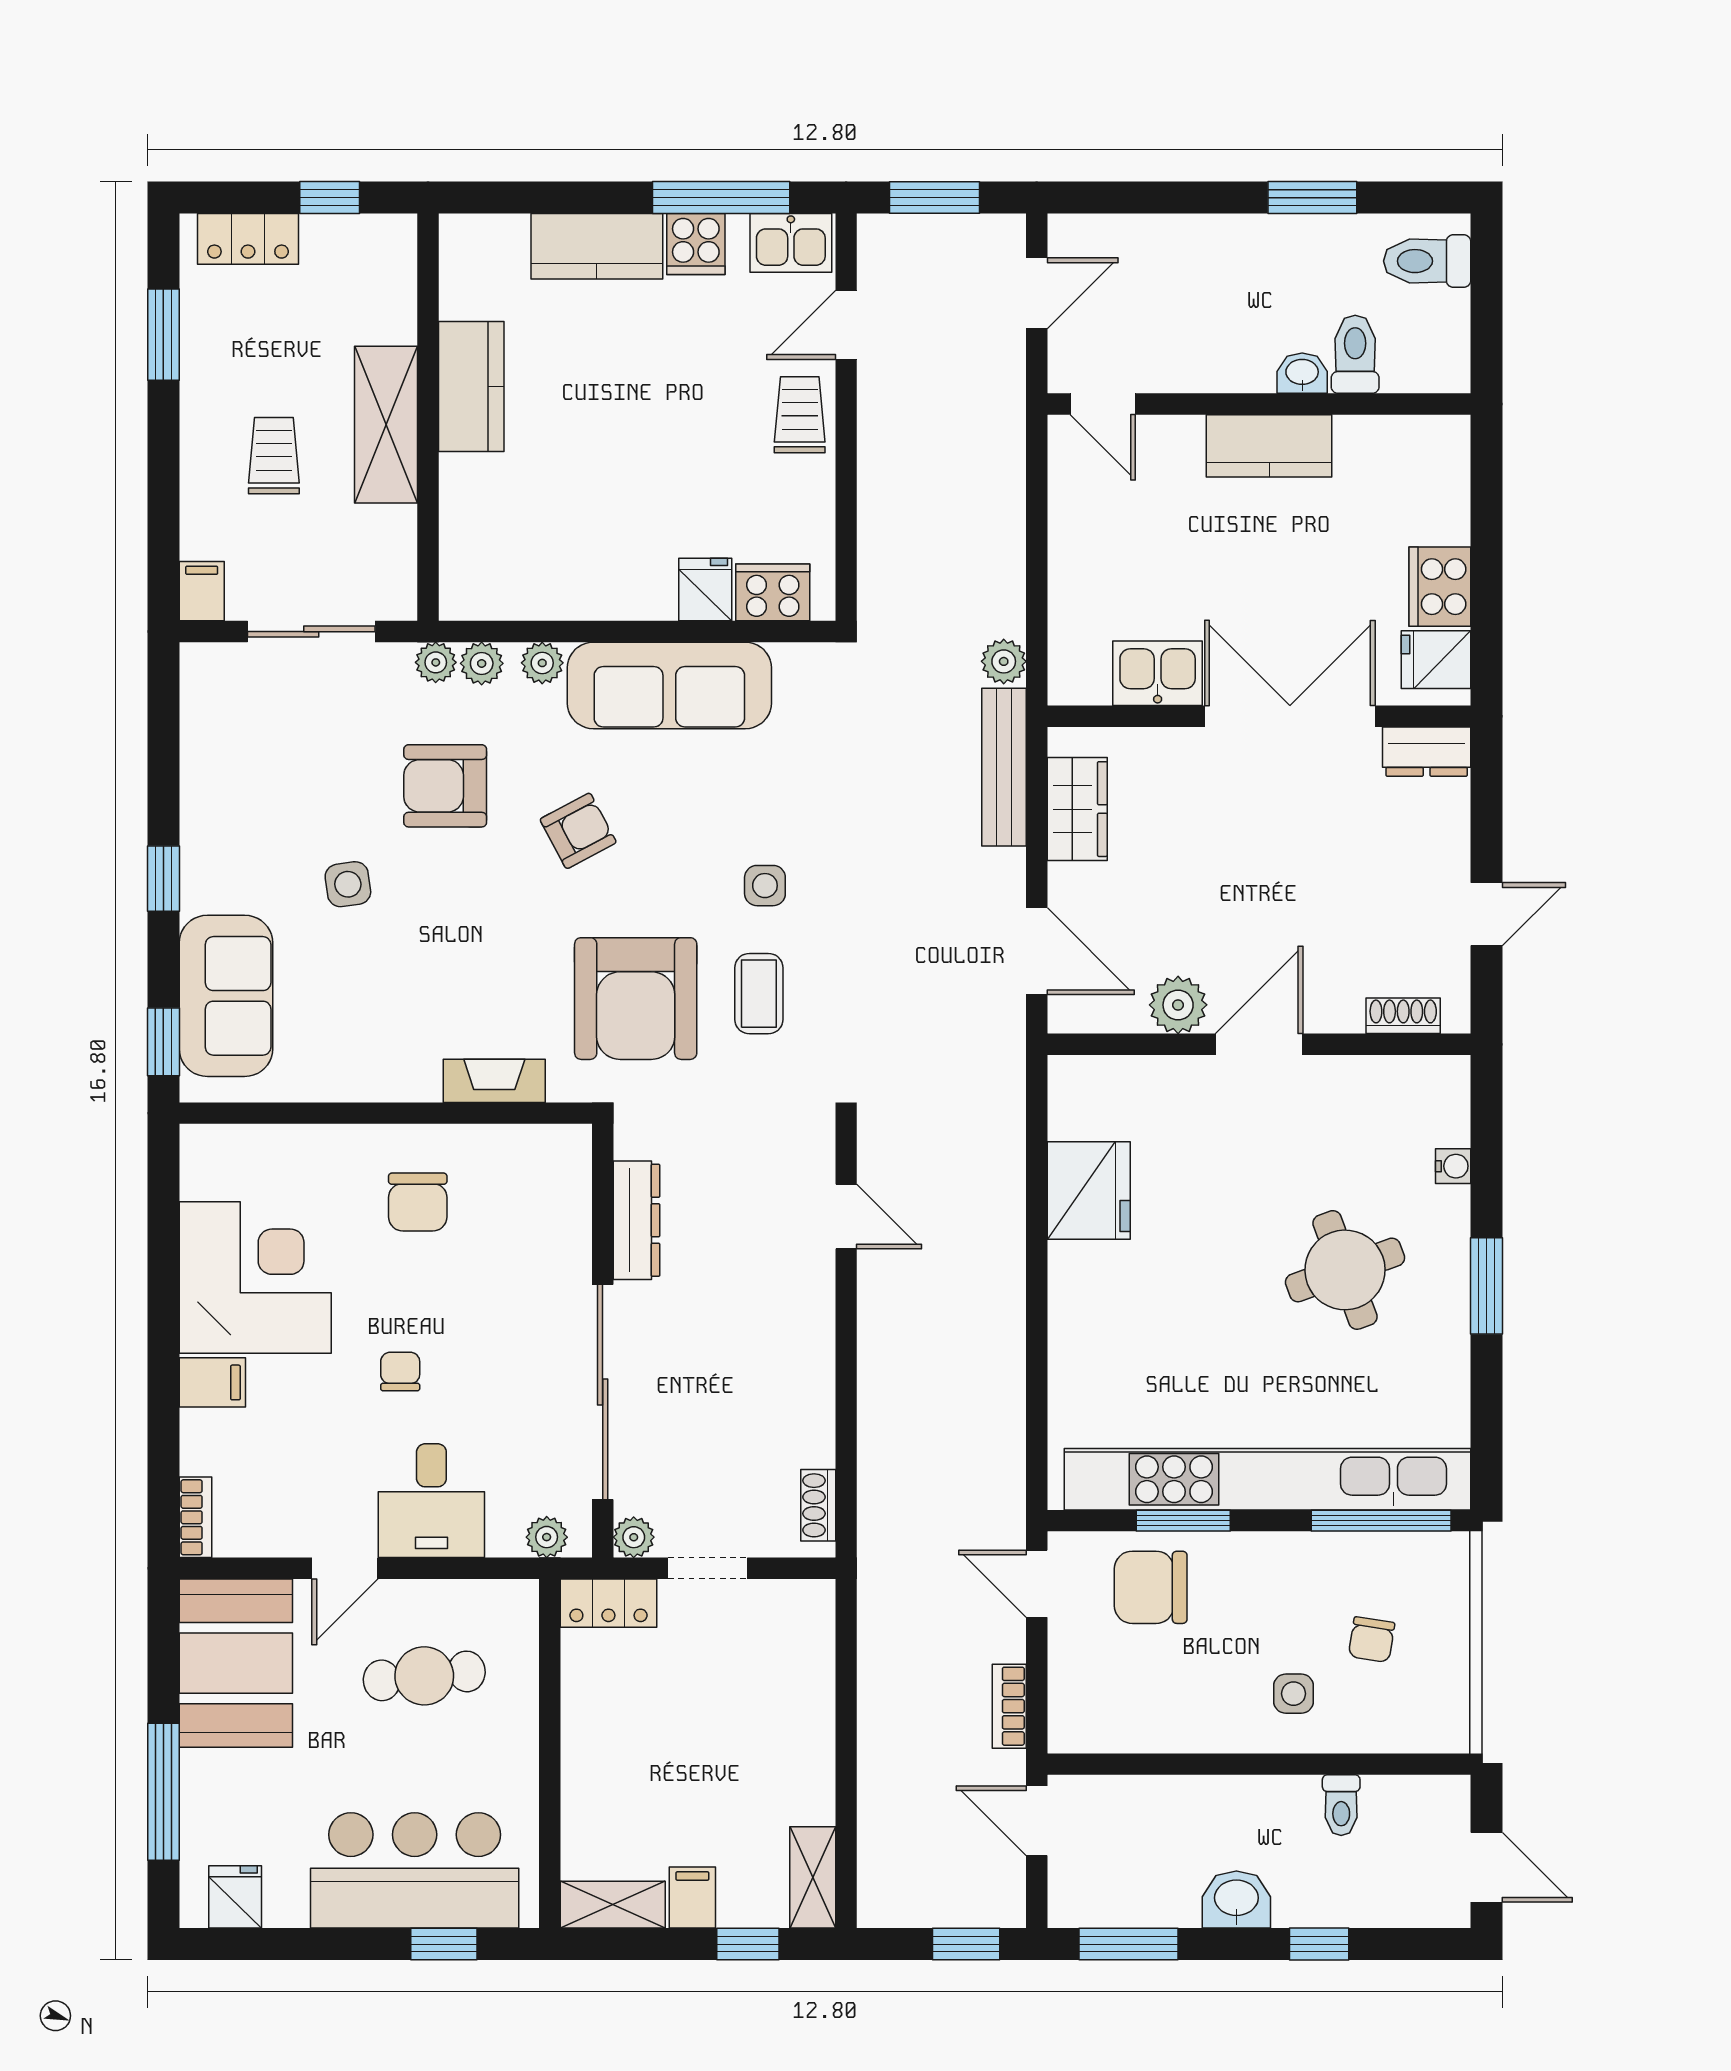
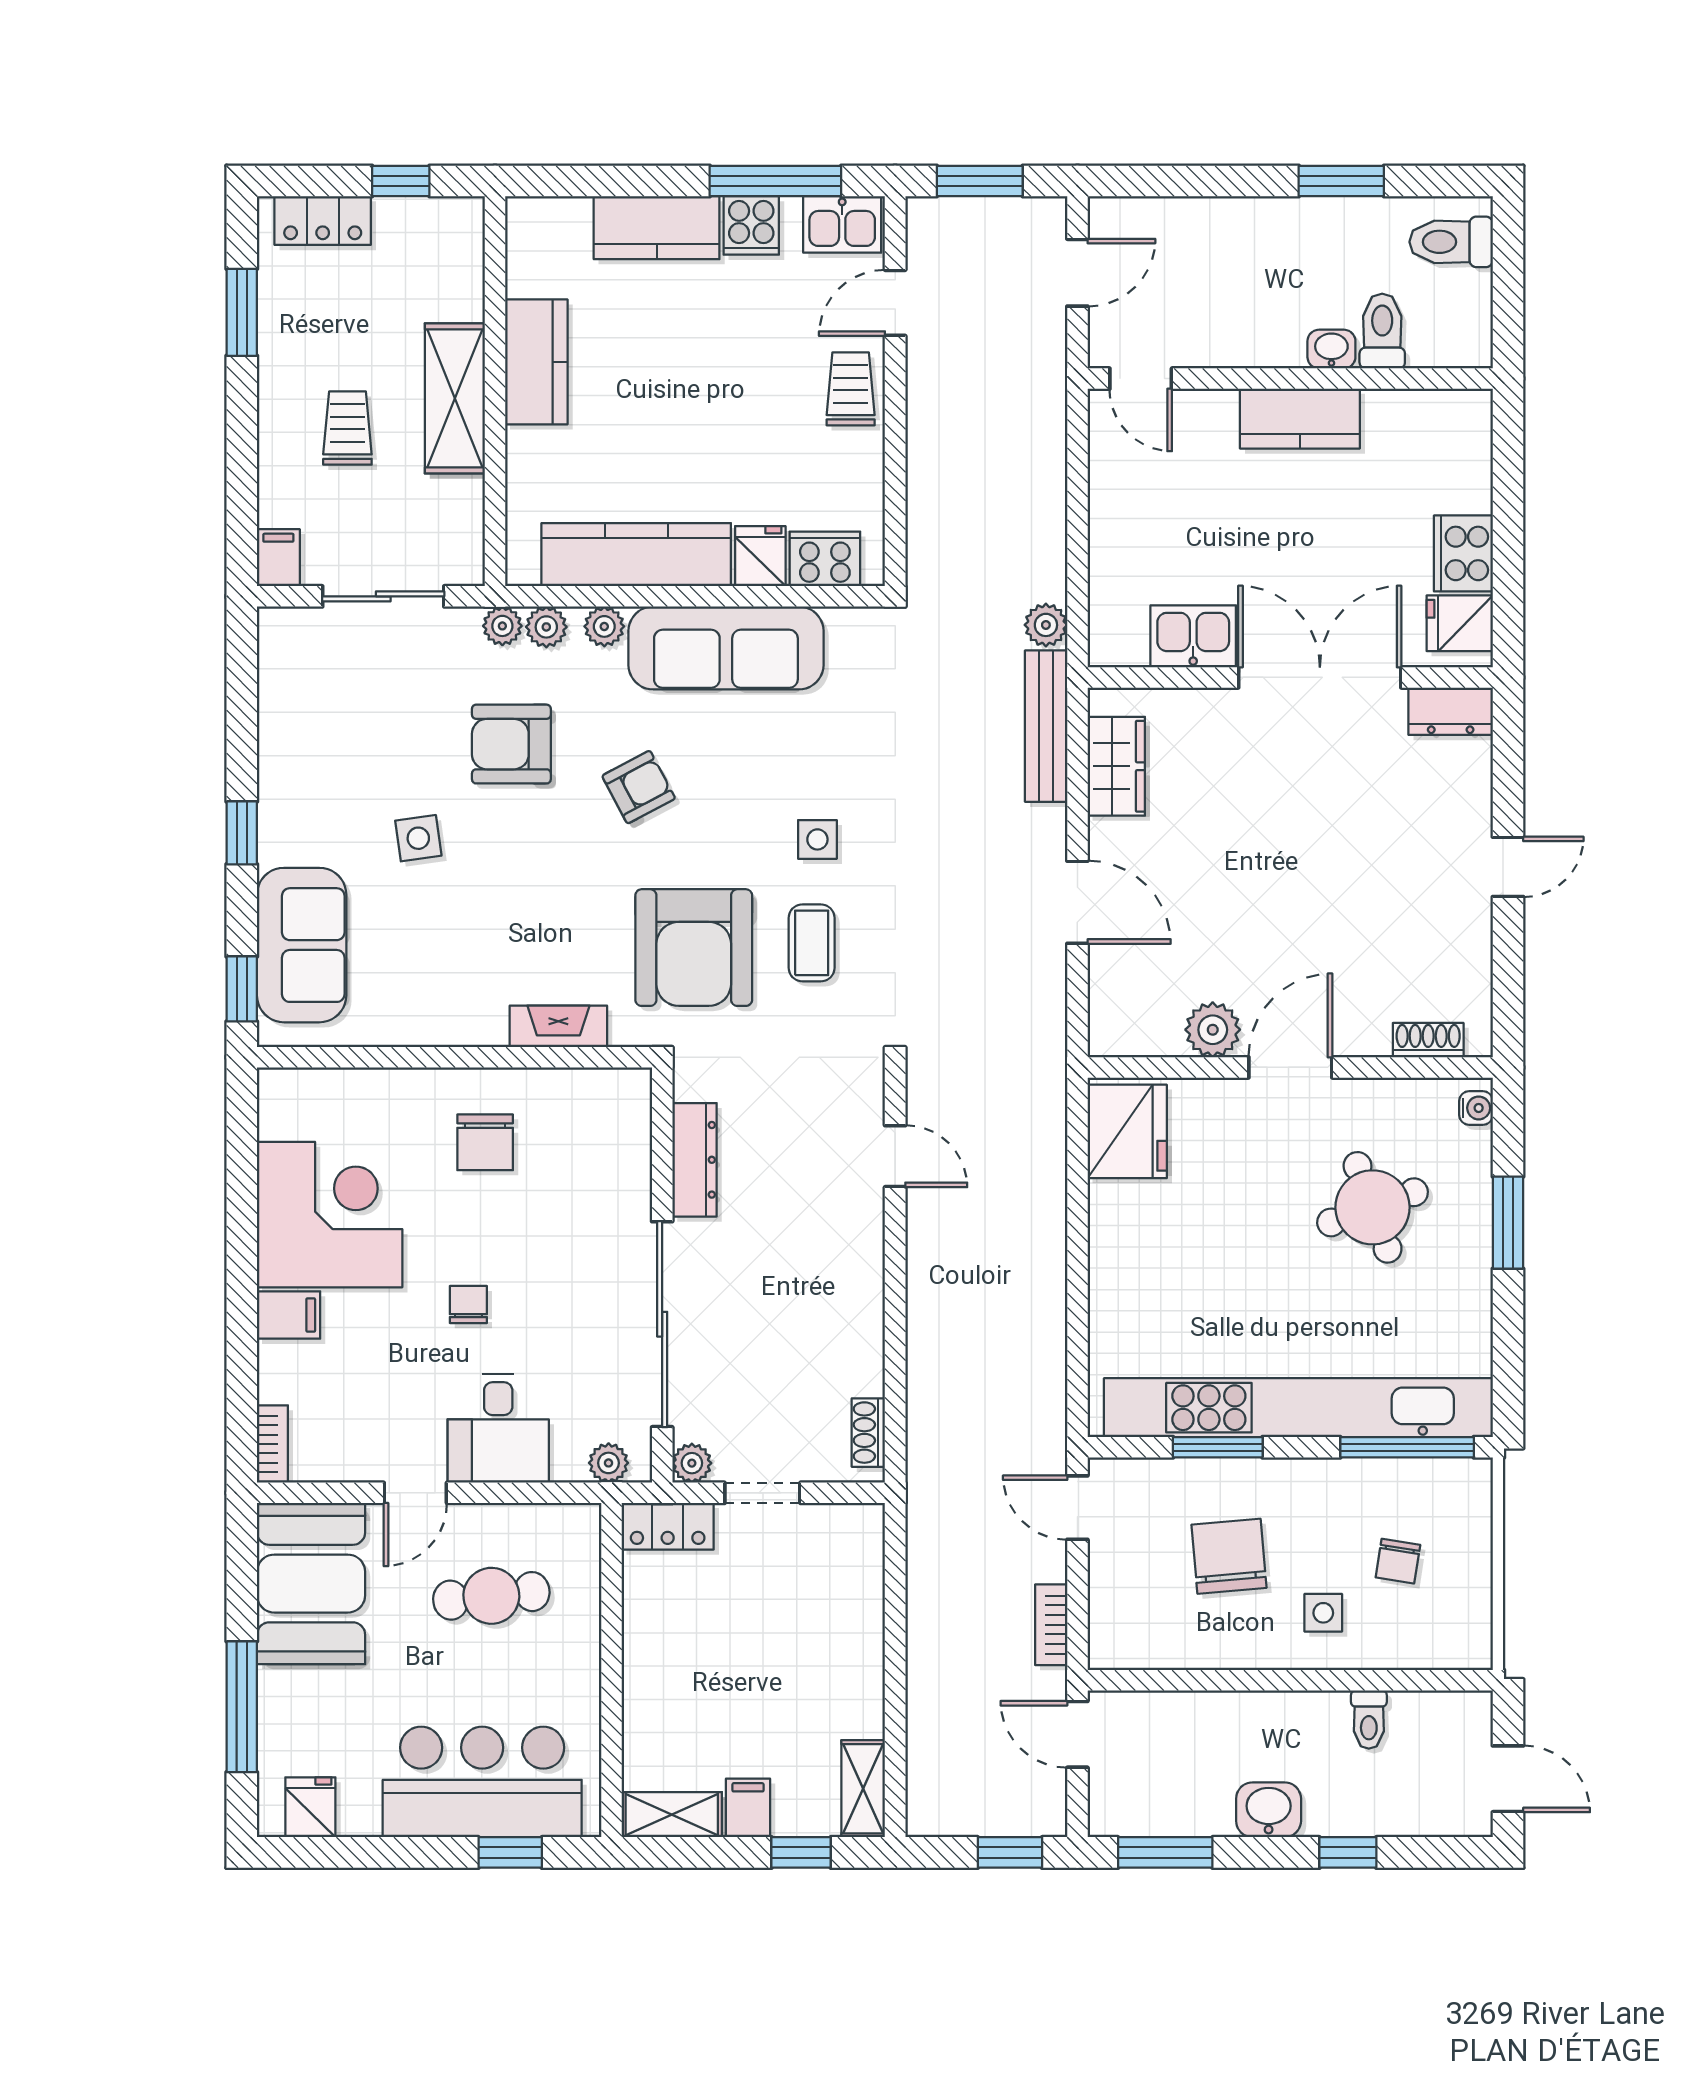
kitchen counter: (576, 588) -> (636, 555), added
plant: (1178, 1005) -> (1213, 1030), moved
shoe rack: (1403, 1016) -> (1428, 1040), moved
door: (1259, 1044) -> (1290, 1067), moved
wall: (1259, 1044) -> (1290, 1067), moved
chair: (1151, 1587) -> (1229, 1556), moved, turned 85

